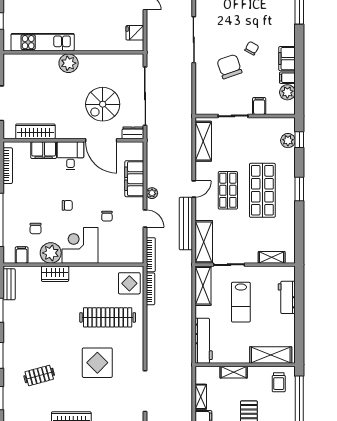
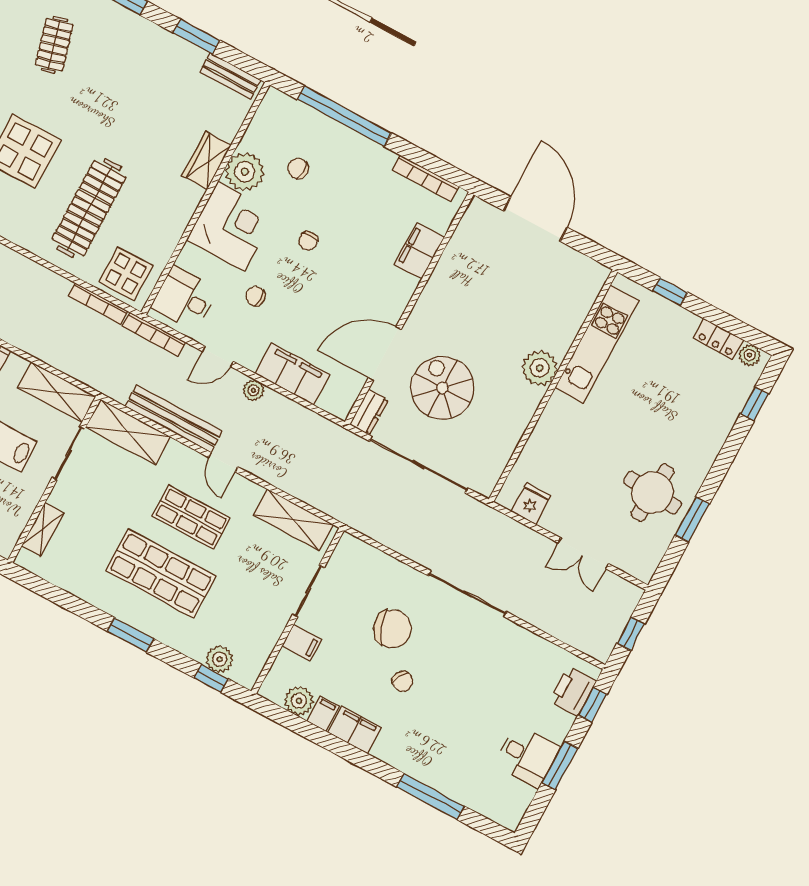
wardrobe: (35, 131) -> (457, 254), removed
desk: (71, 156) -> (184, 299), moved, turned 180
filing cabinet: (22, 255) -> (267, 122), removed

